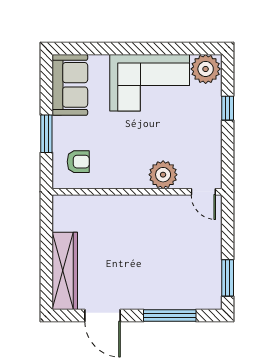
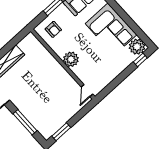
window: (228, 108) -> (140, 60), moved
plant: (163, 175) -> (71, 59), moved

